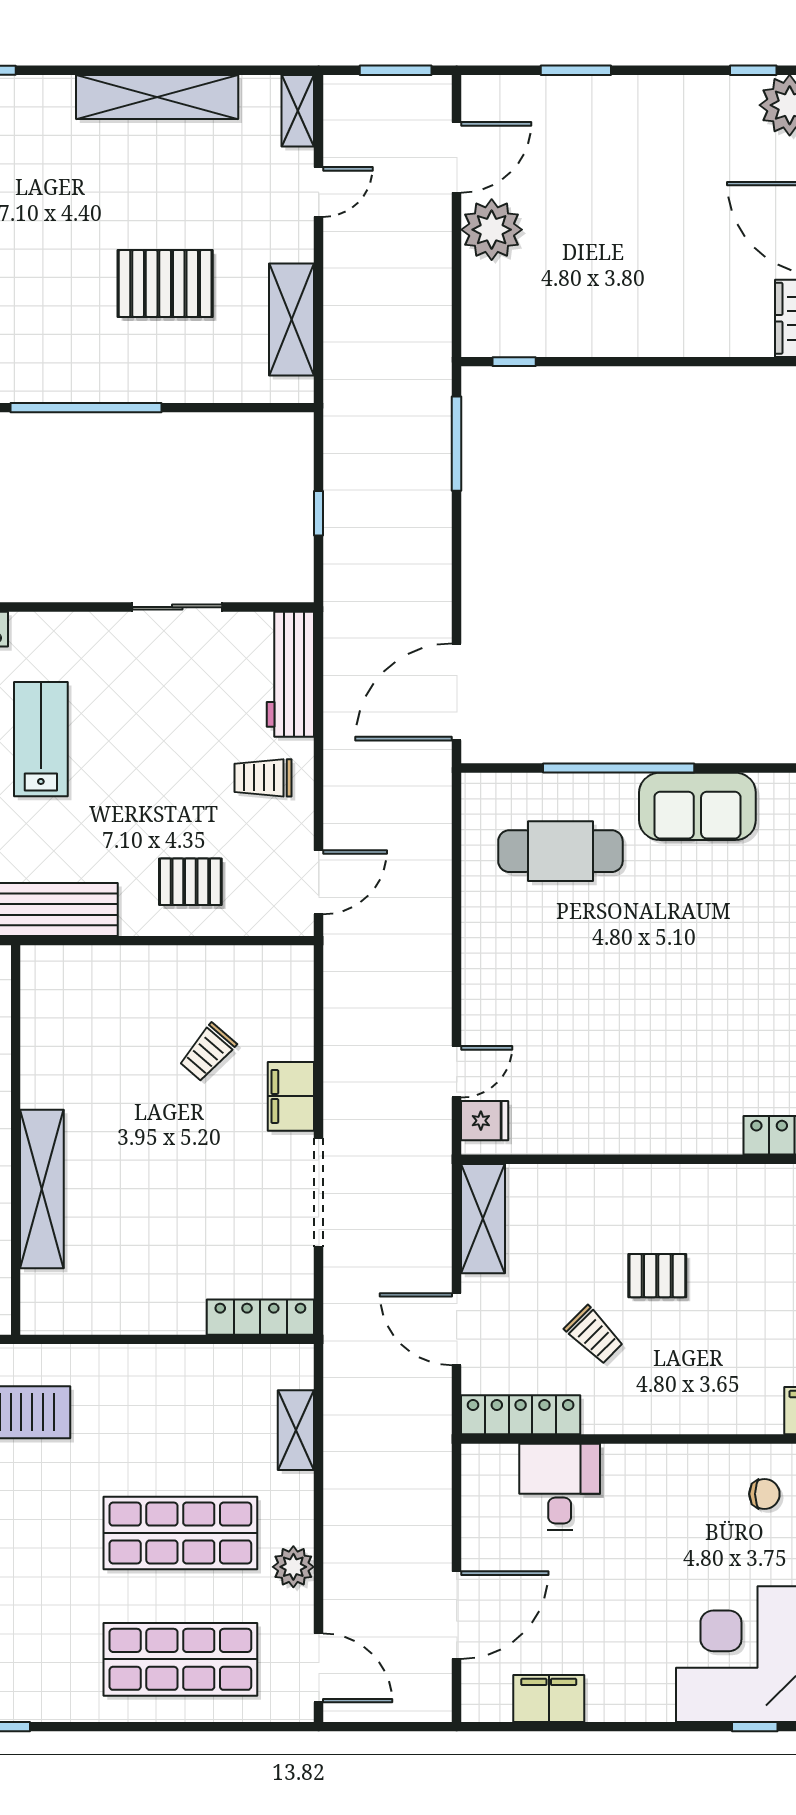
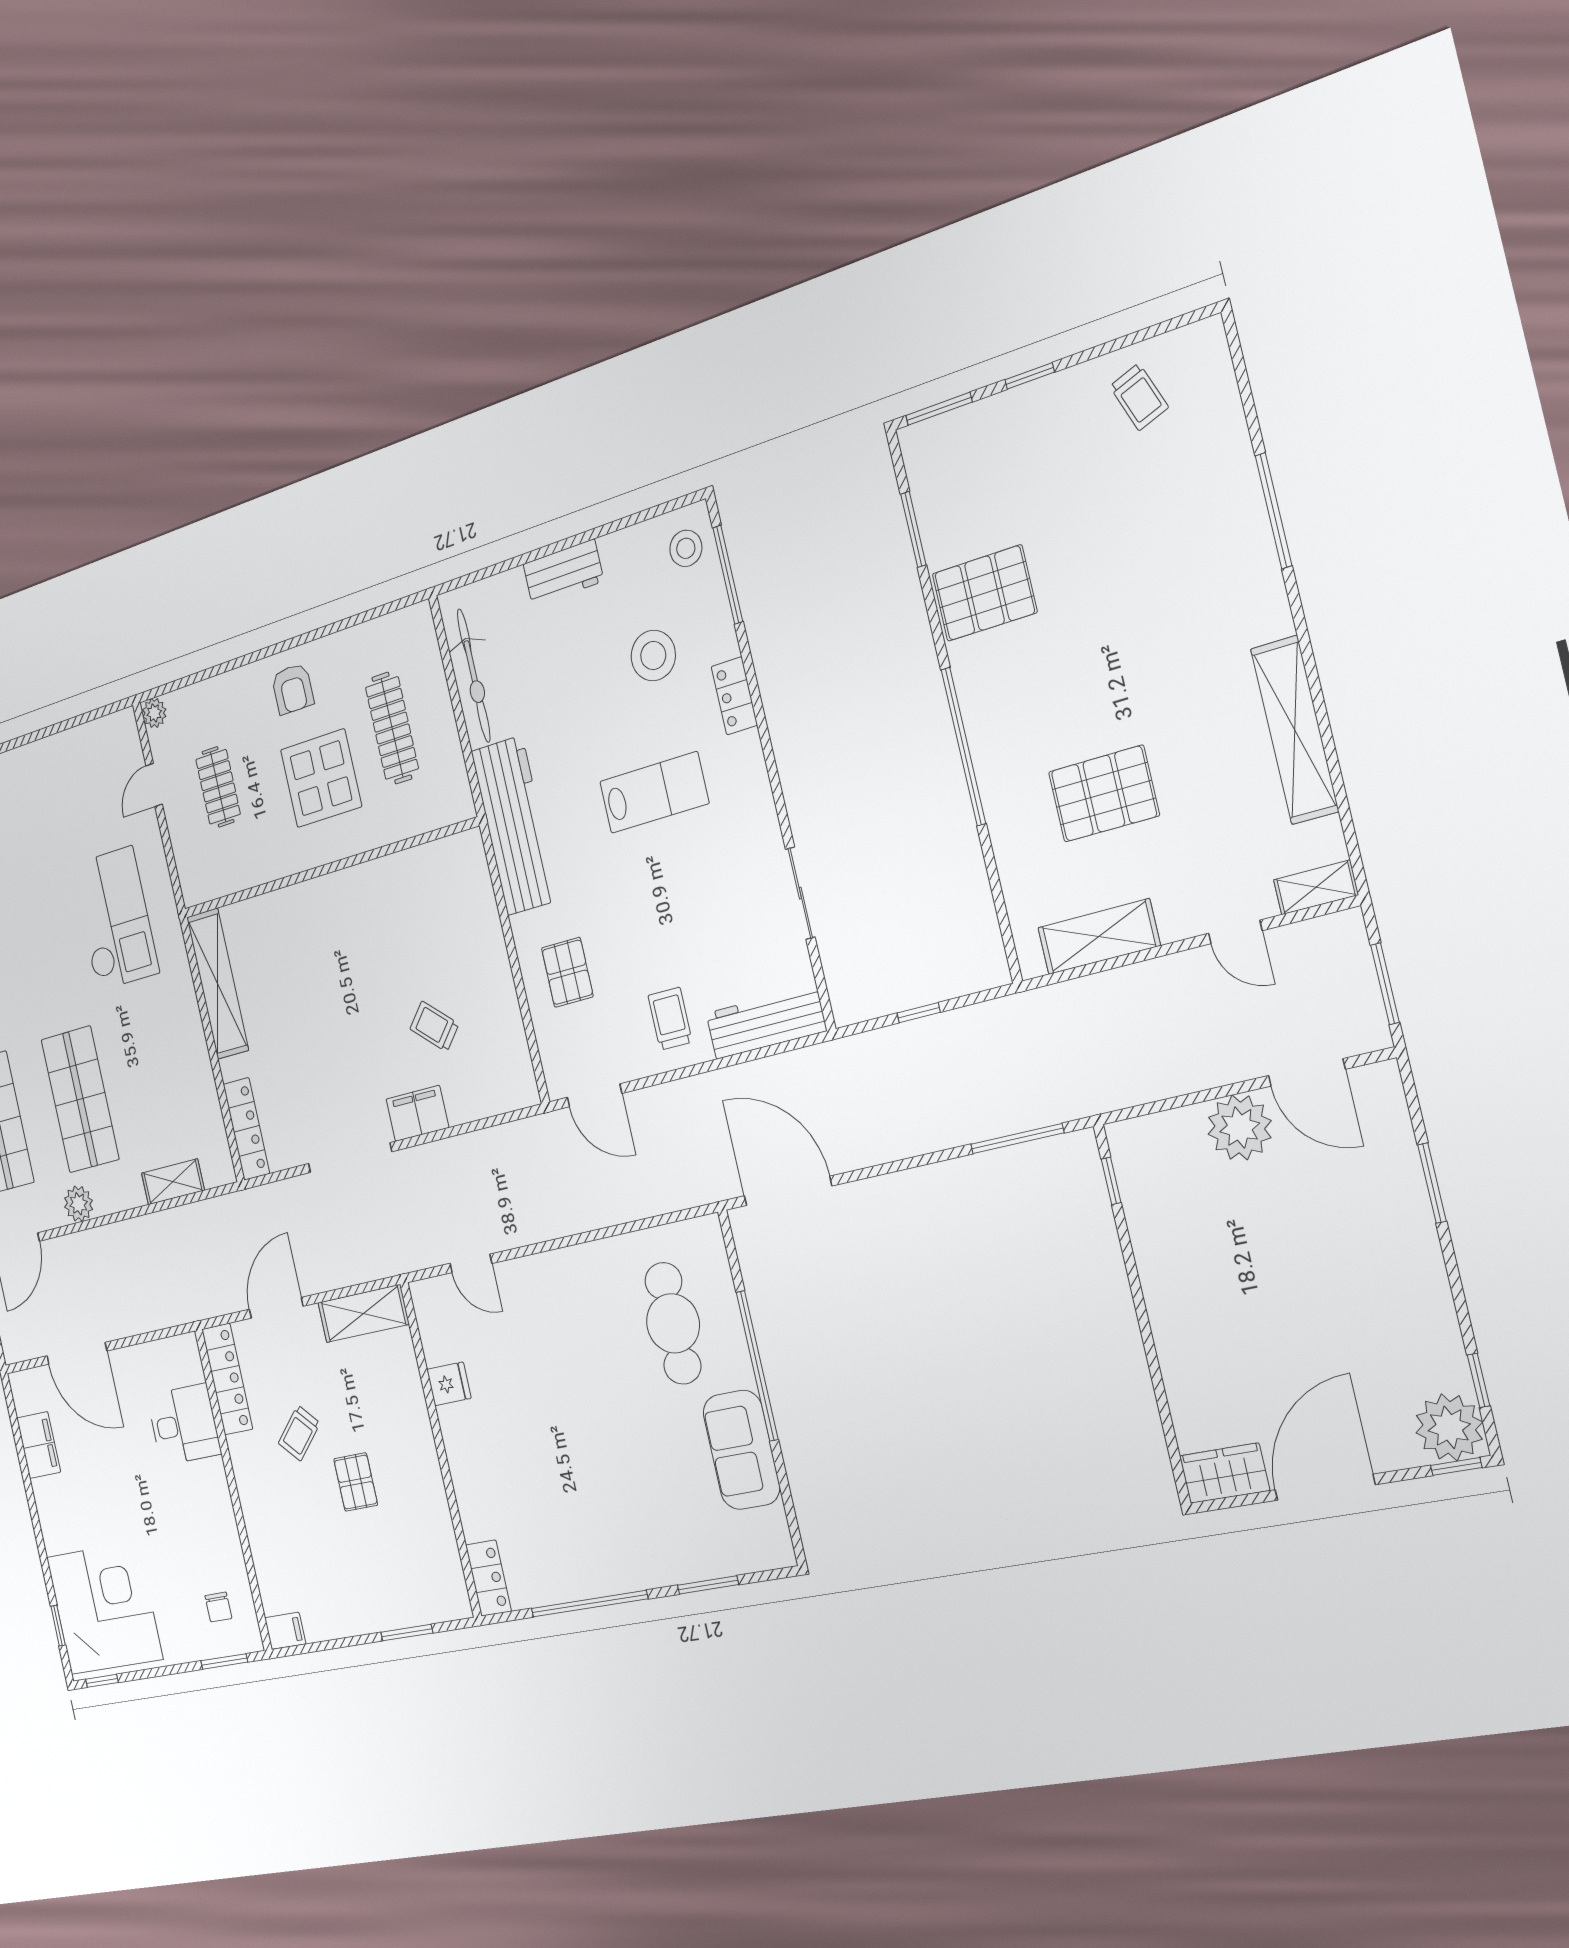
pallet: (165, 284) -> (1104, 794), turned 90
fridge: (485, 1121) -> (449, 1384), moved, turned -90
shelving: (42, 1189) -> (218, 984), moved, turned 90

